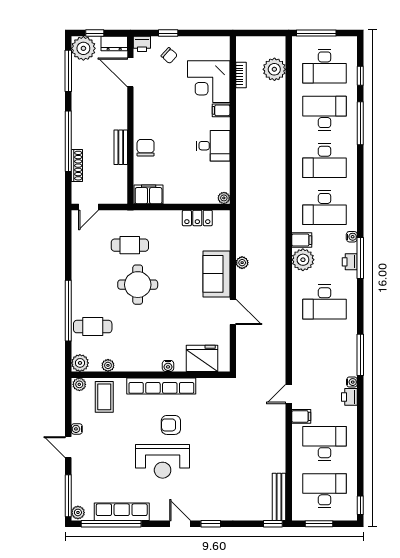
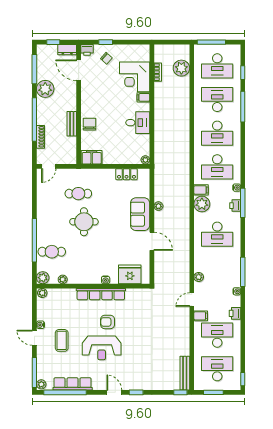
plant: (83, 48) -> (45, 89), moved
plant: (298, 362) -> (199, 277), added
coffee table: (104, 397) -> (62, 340), moved
printer: (349, 397) -> (235, 313), moved

